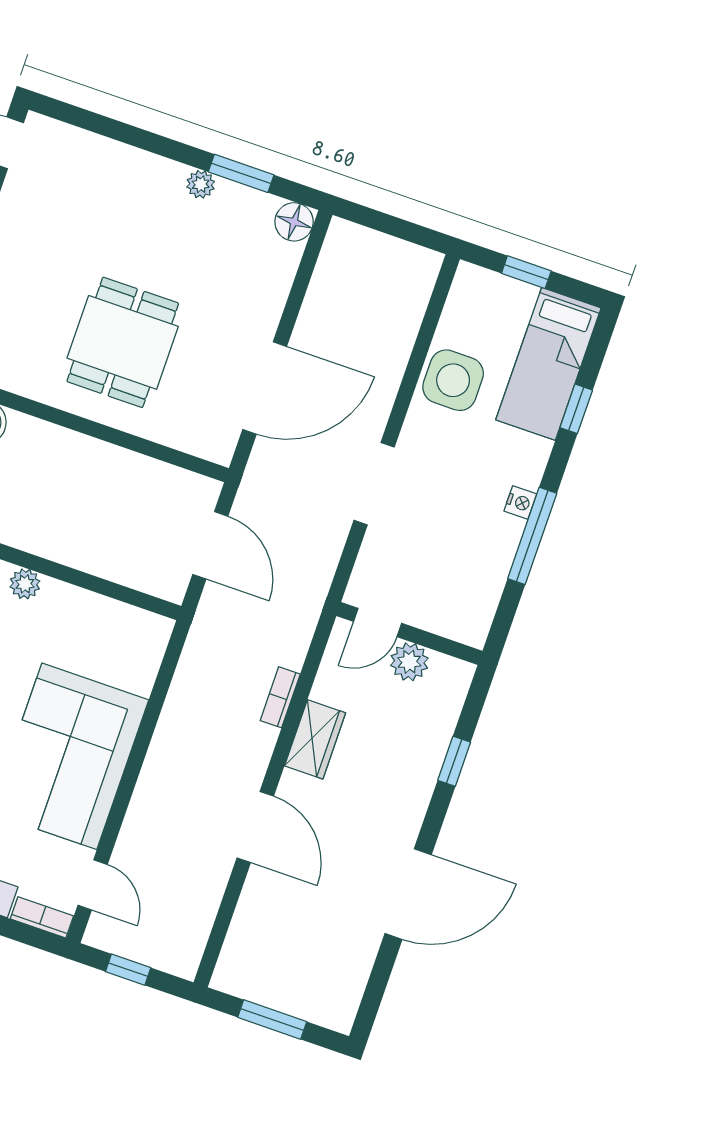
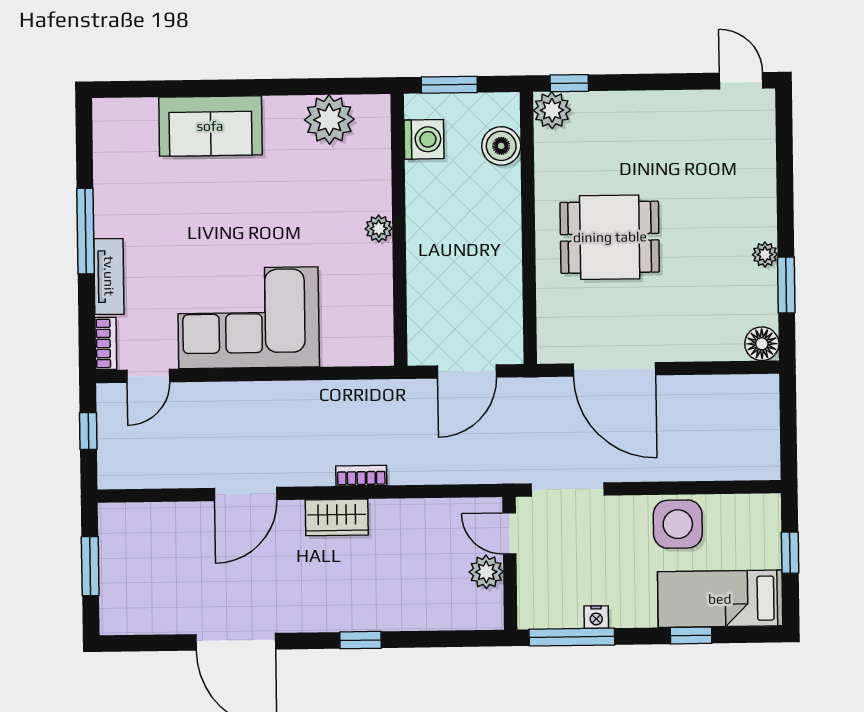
door: (378, 622) -> (509, 534), moved
wall: (409, 633) -> (510, 563), moved
plant: (409, 662) -> (486, 572), moved

